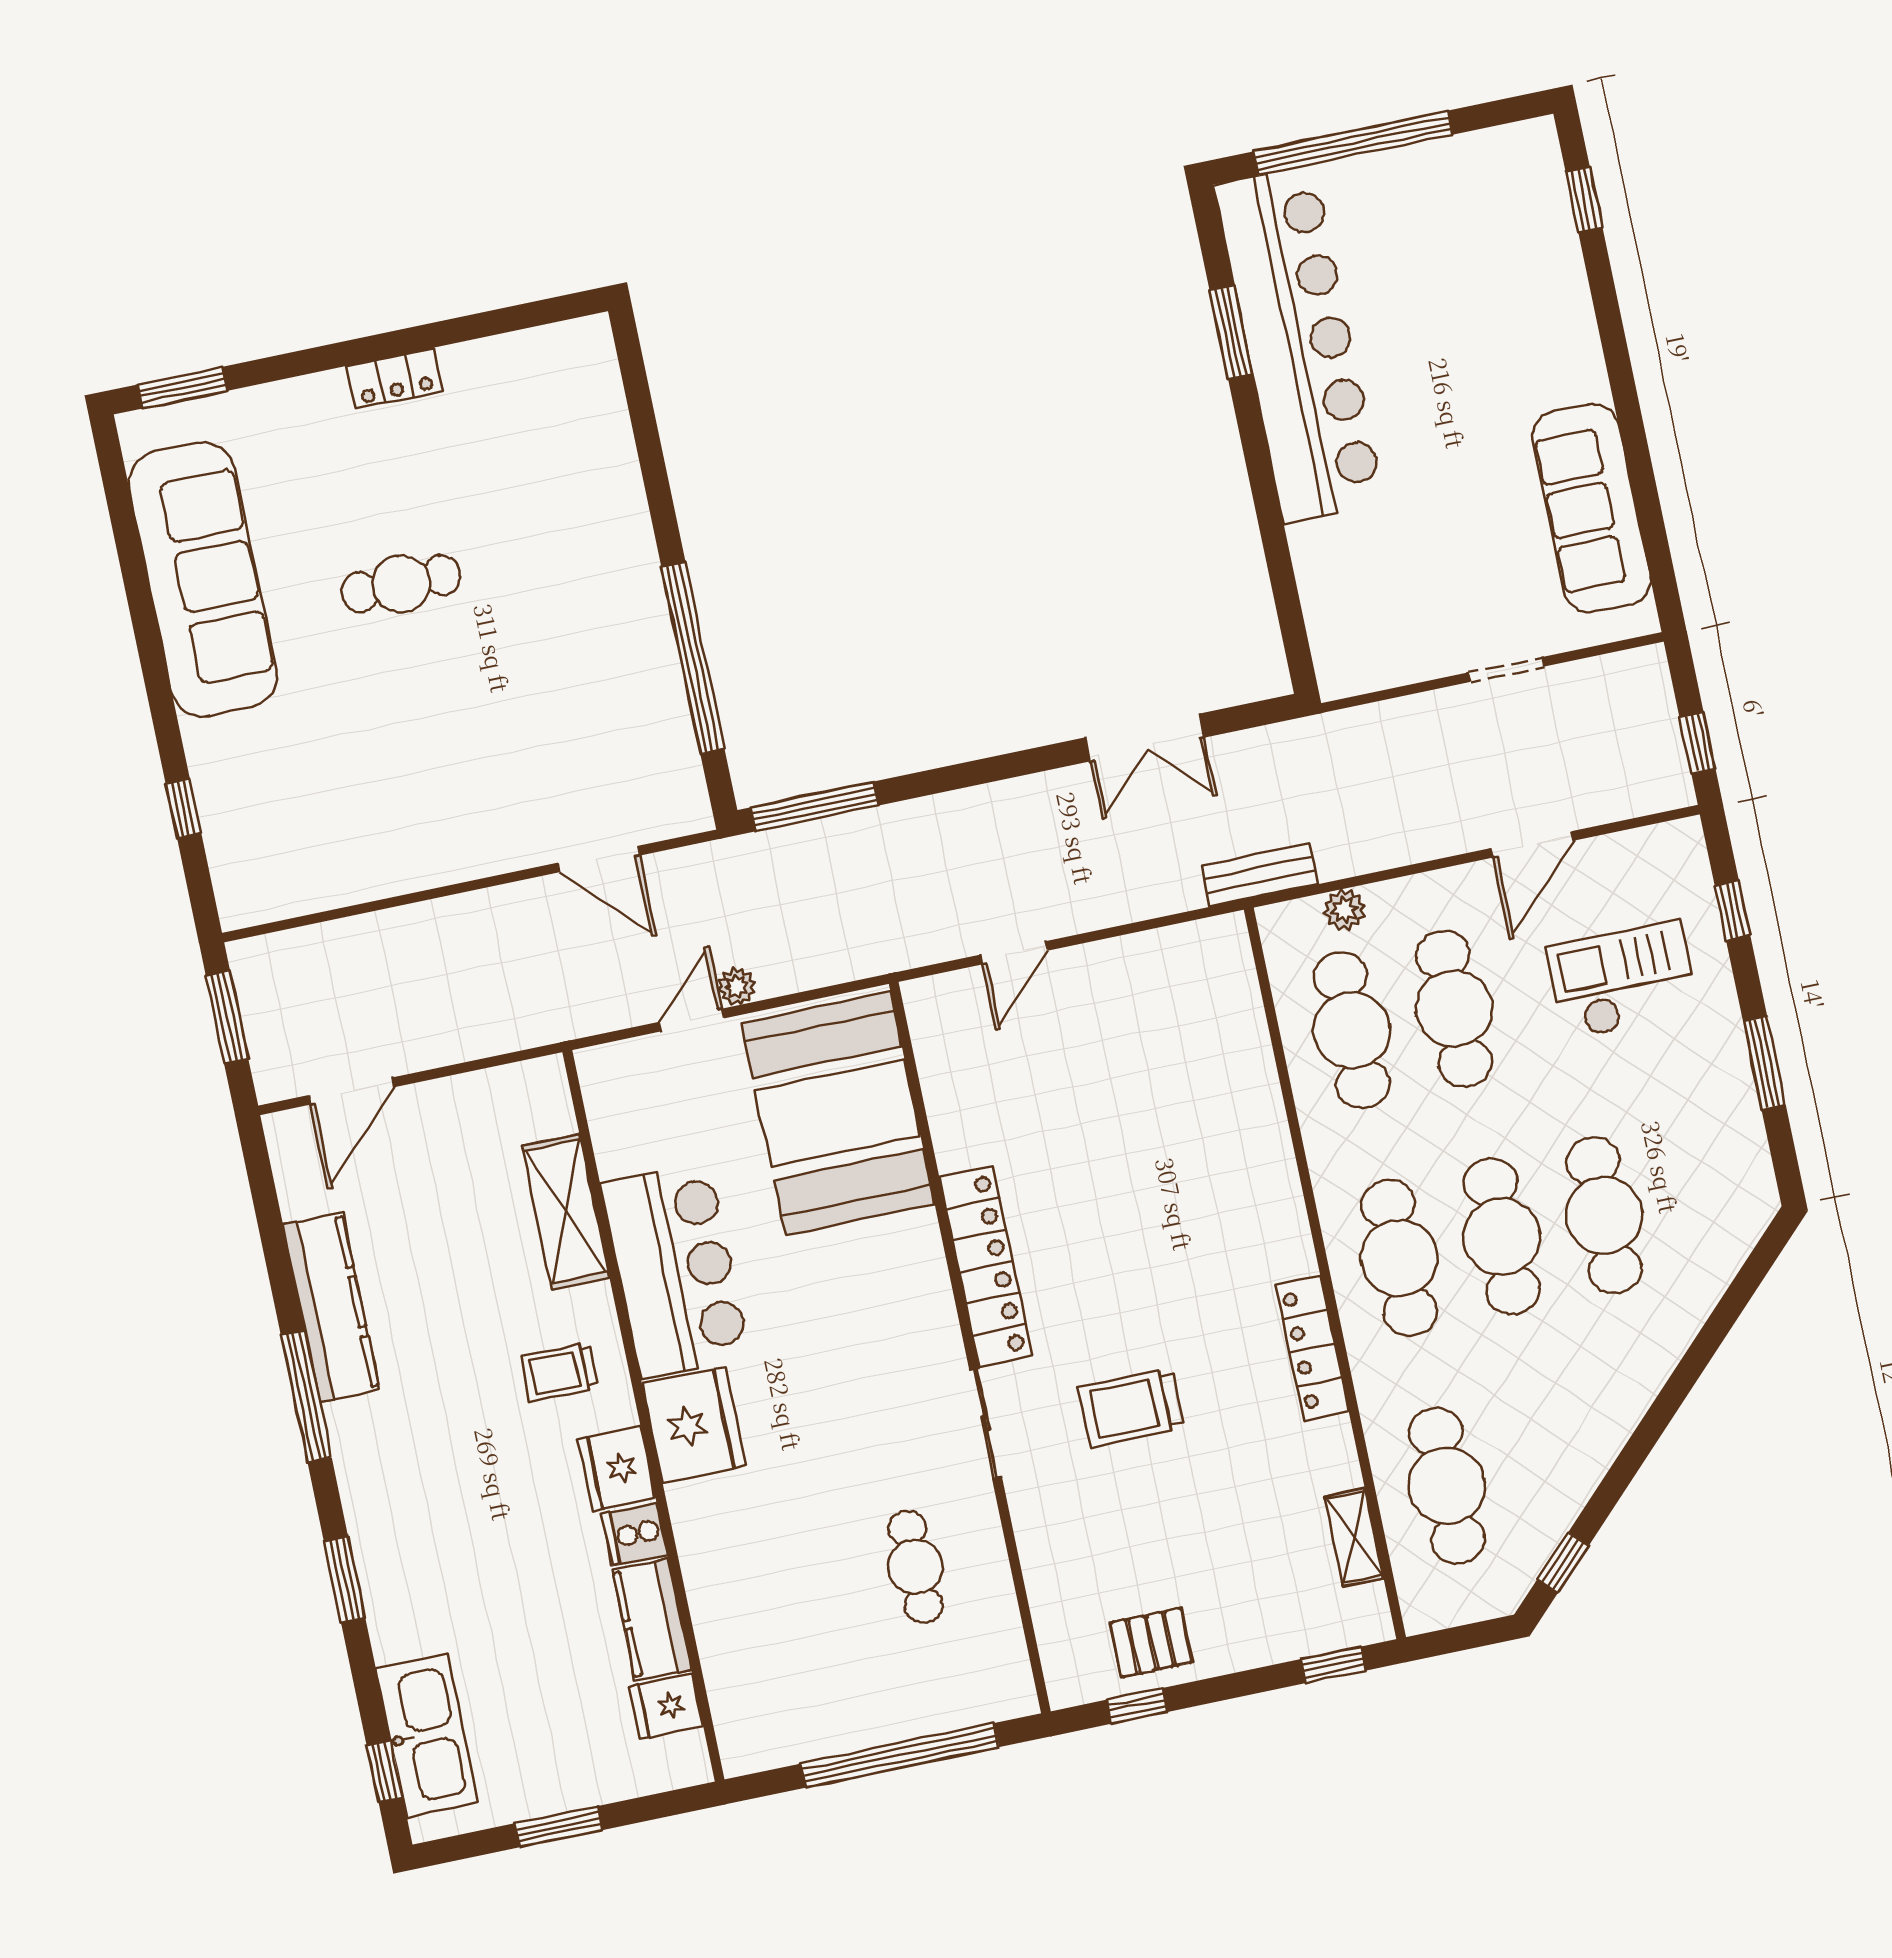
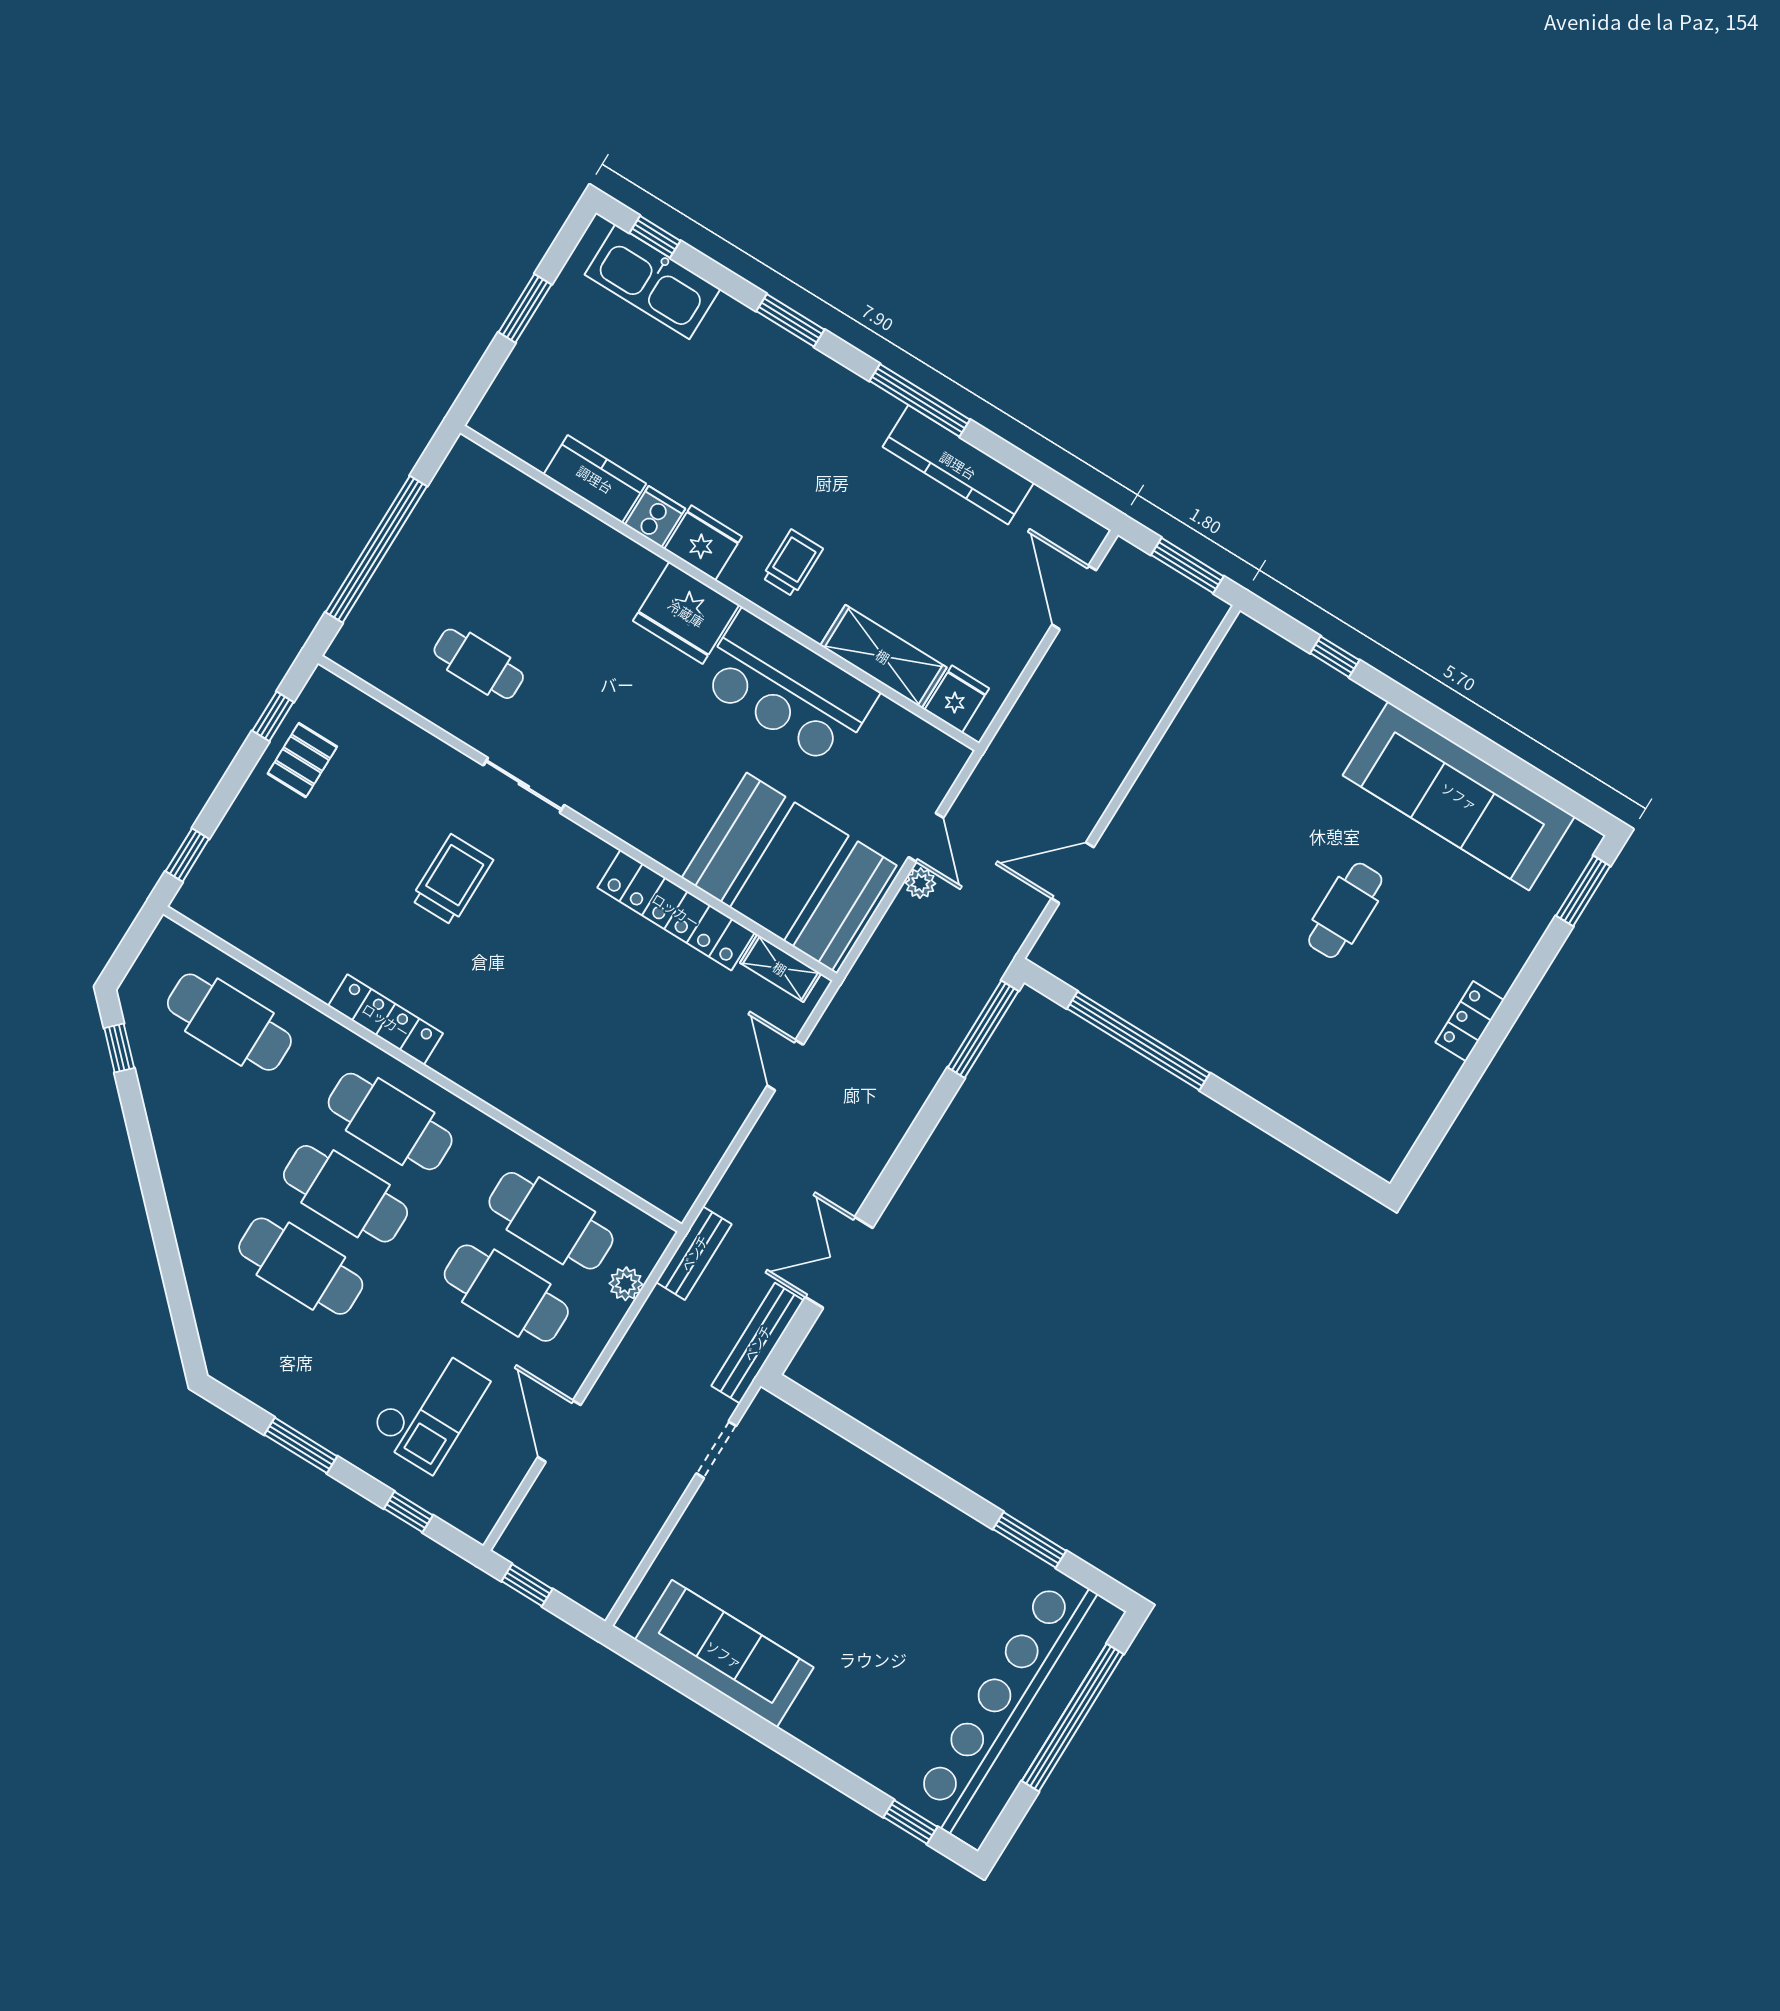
bar counter: (1299, 344) -> (1017, 1709), moved, turned 90
doorway: (1507, 669) -> (716, 1450), moved
bench: (1286, 742) -> (757, 1343), added
locker: (986, 1266) -> (676, 910), moved
shelving: (1354, 1537) -> (780, 968), moved
fridge: (666, 1706) -> (957, 699), moved

